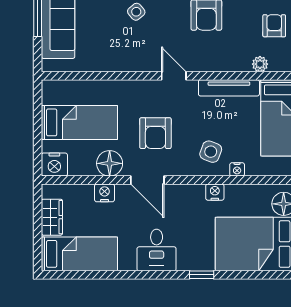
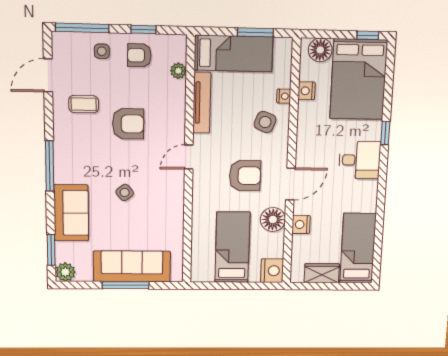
nightstand: (215, 192) -> (307, 91), moved
desk: (157, 250) -> (360, 160), moved

